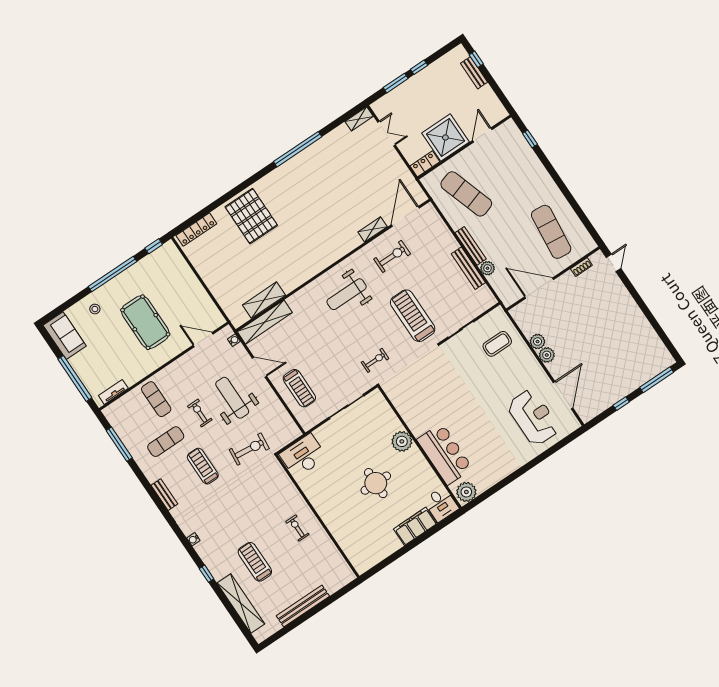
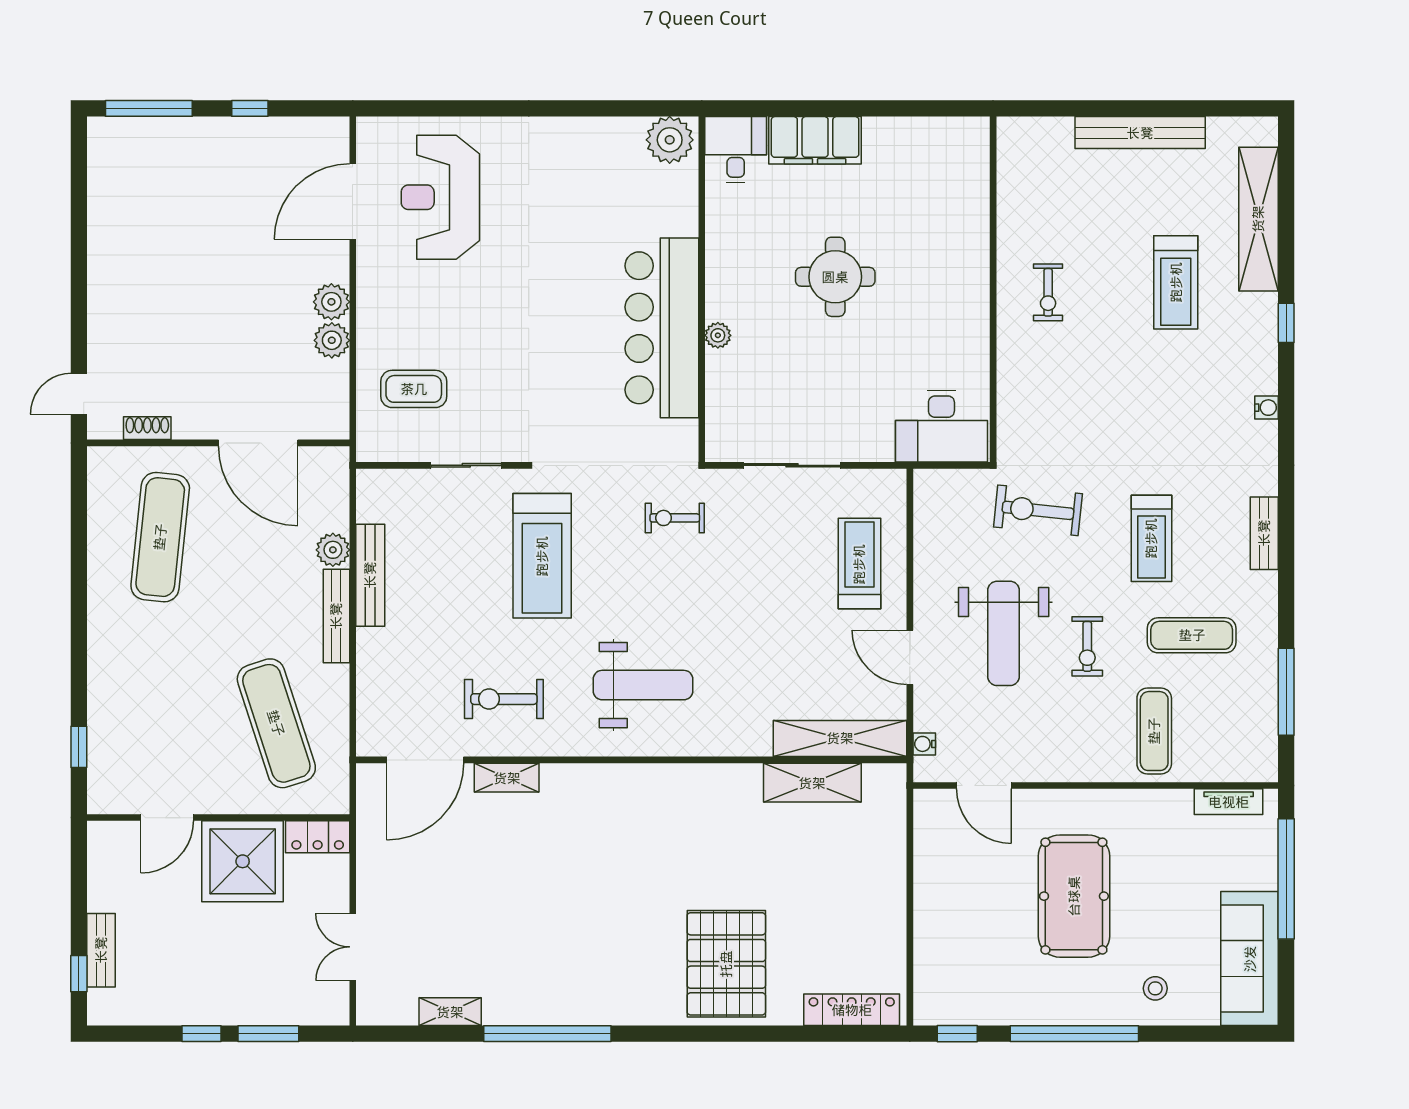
shelving: (359, 119) -> (450, 1012), moved
sofa: (65, 336) -> (1250, 959), width x1.36
plant: (402, 441) -> (718, 335), width x0.53, depth x0.53
bar counter: (445, 454) -> (662, 328), moved, width x1.36

